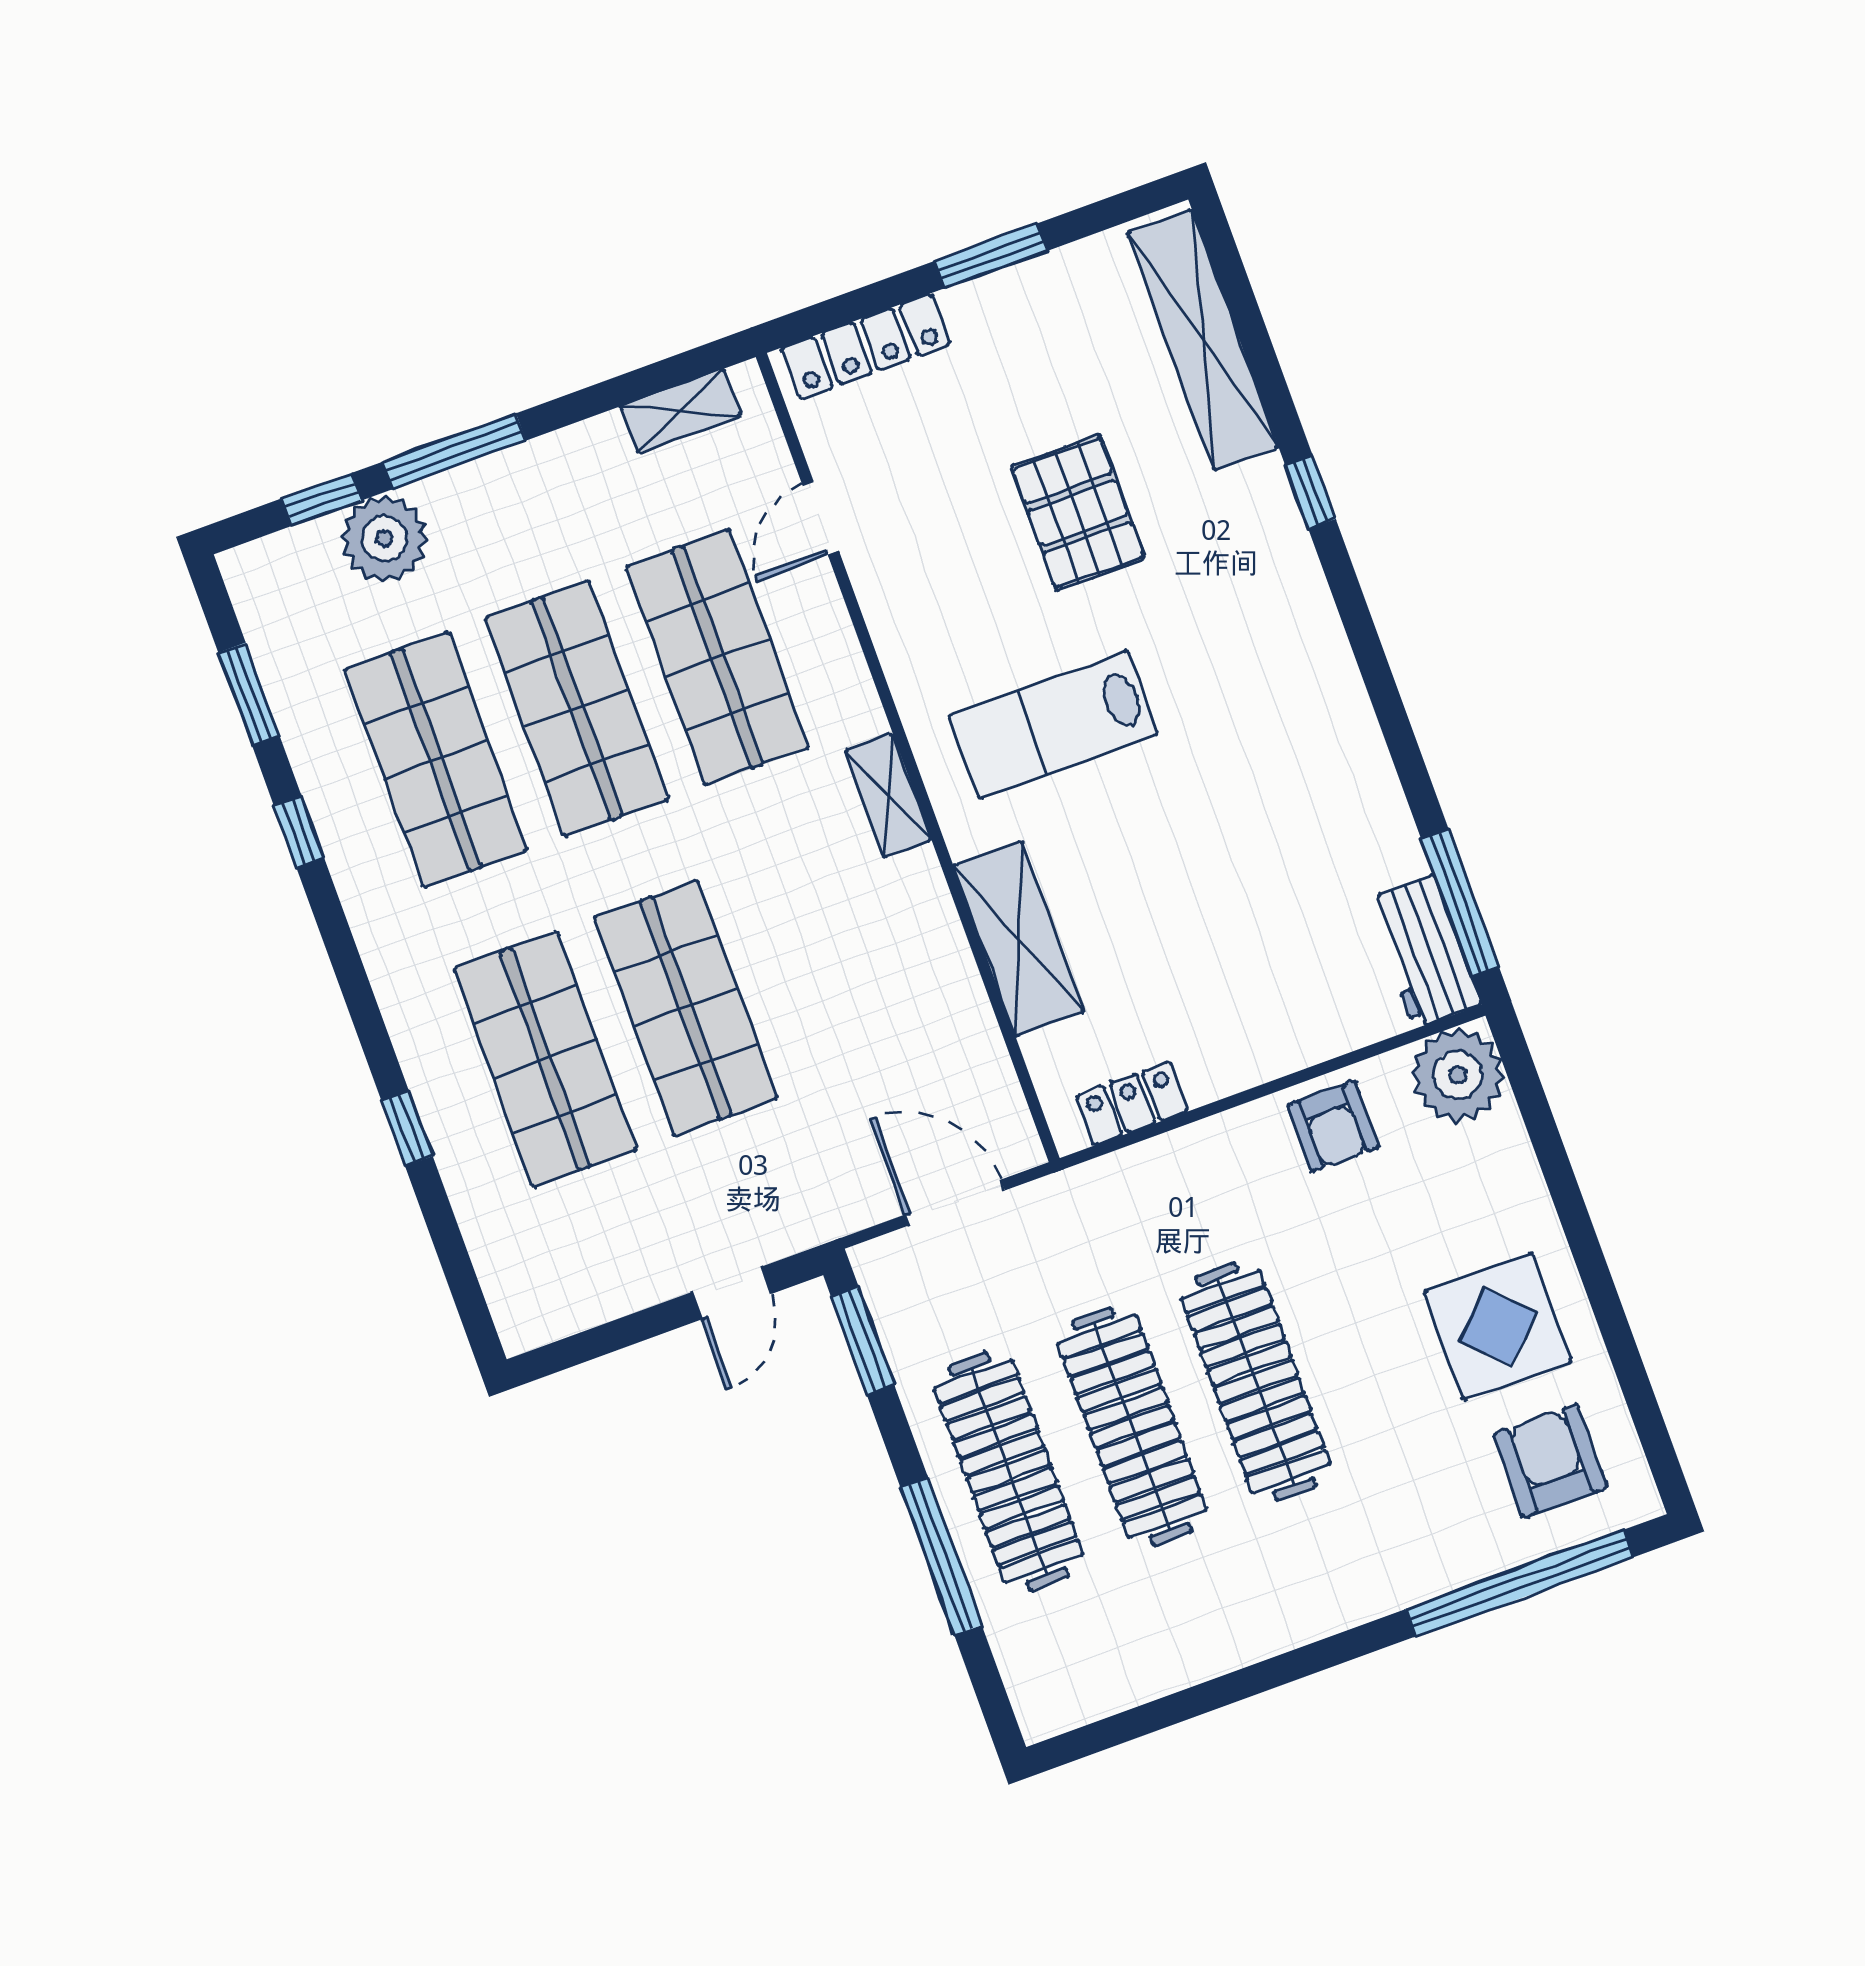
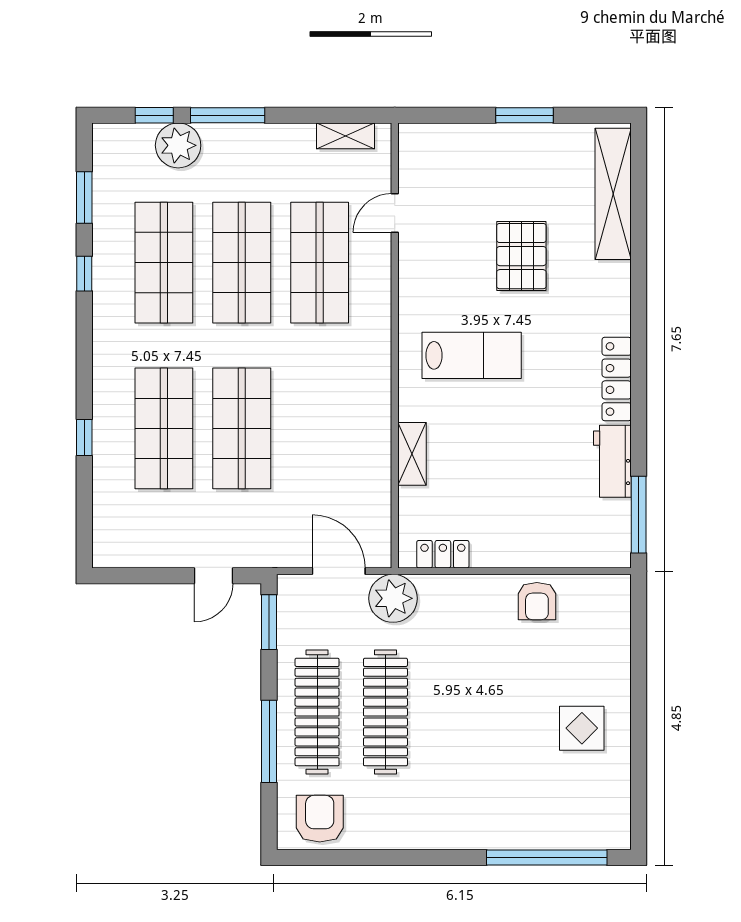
locker: (866, 346) -> (617, 379), moved, turned 90
window: (1310, 492) -> (639, 287), removed
lab bench: (1053, 725) -> (472, 355), turned 180
shelving: (888, 795) -> (378, 360), removed
shelving: (1019, 939) -> (412, 454), width x0.67, depth x0.75
workbench: (1424, 952) -> (612, 461), moved
plant: (1458, 1075) -> (393, 598), moved
display table: (1498, 1326) -> (582, 728), width x0.73, depth x0.73
clothes rail: (1256, 1381) -> (454, 712), removed
armchair: (1550, 1461) -> (320, 819), moved

